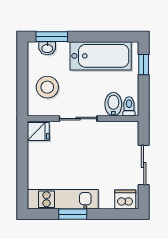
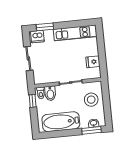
window: (144, 65) -> (33, 101), moved
fridge: (38, 132) -> (93, 62), moved
window: (73, 214) -> (45, 27), moved

